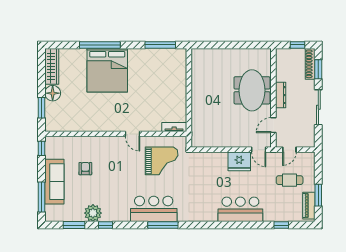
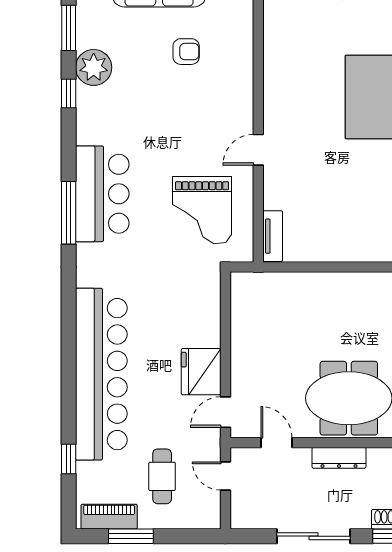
bar counter: (240, 209) -> (101, 374), width x1.86

